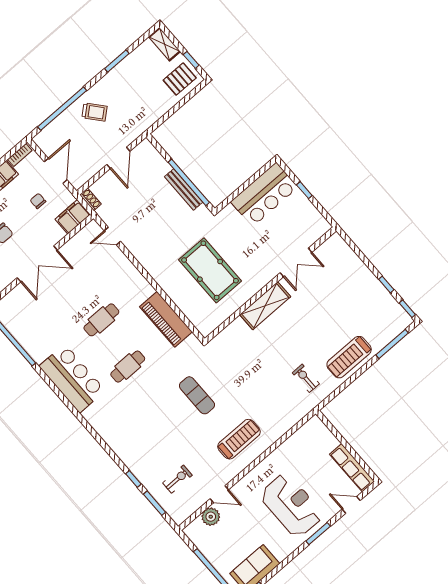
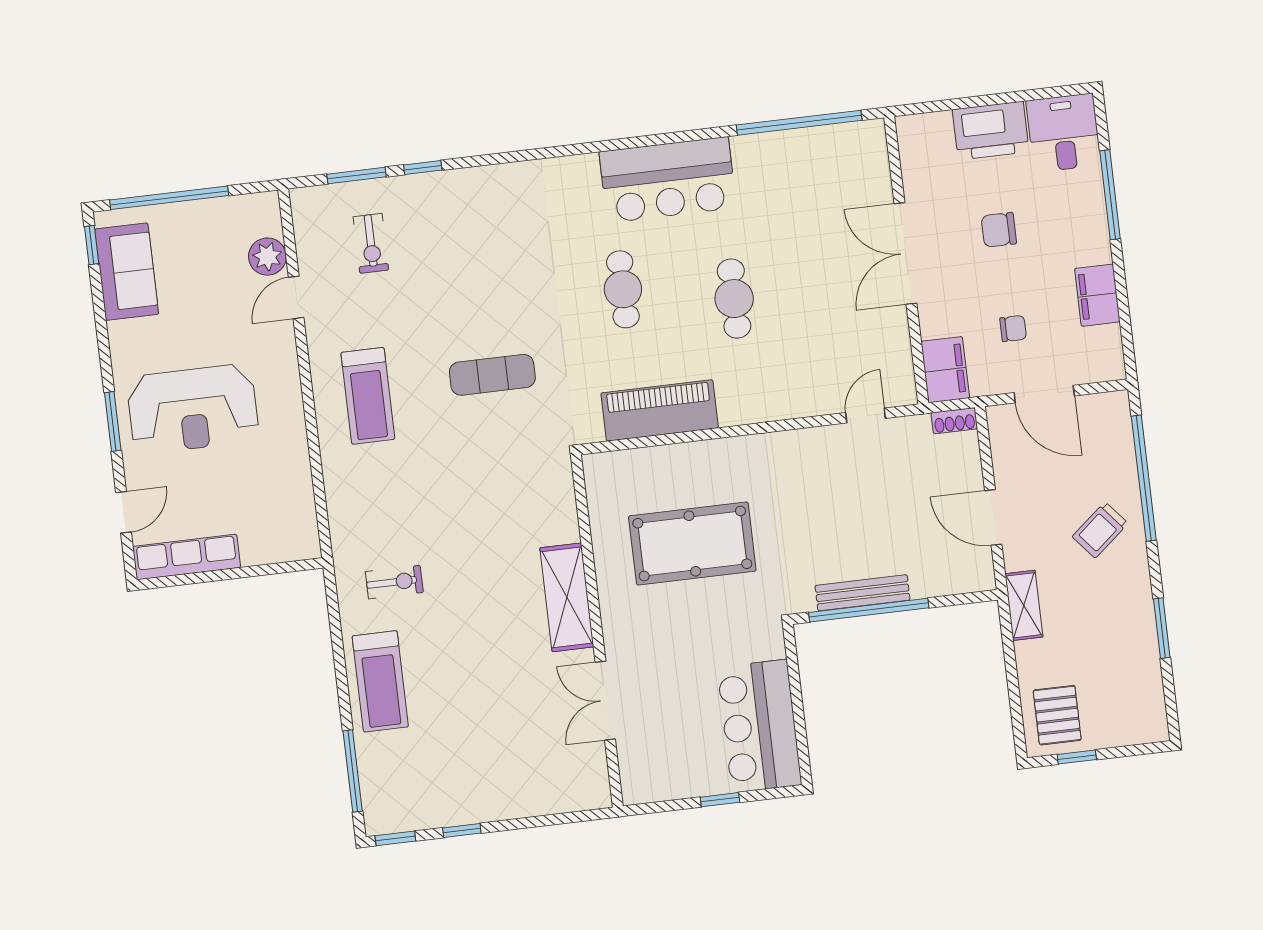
shelving: (165, 44) -> (1024, 605), moved, turned 90
bookcase: (20, 155) -> (1113, 351), removed
treadmill: (349, 357) -> (380, 681), turned 180

